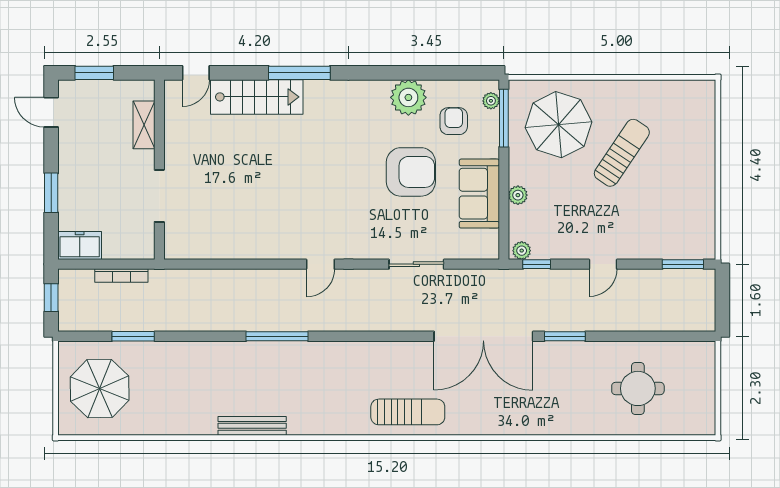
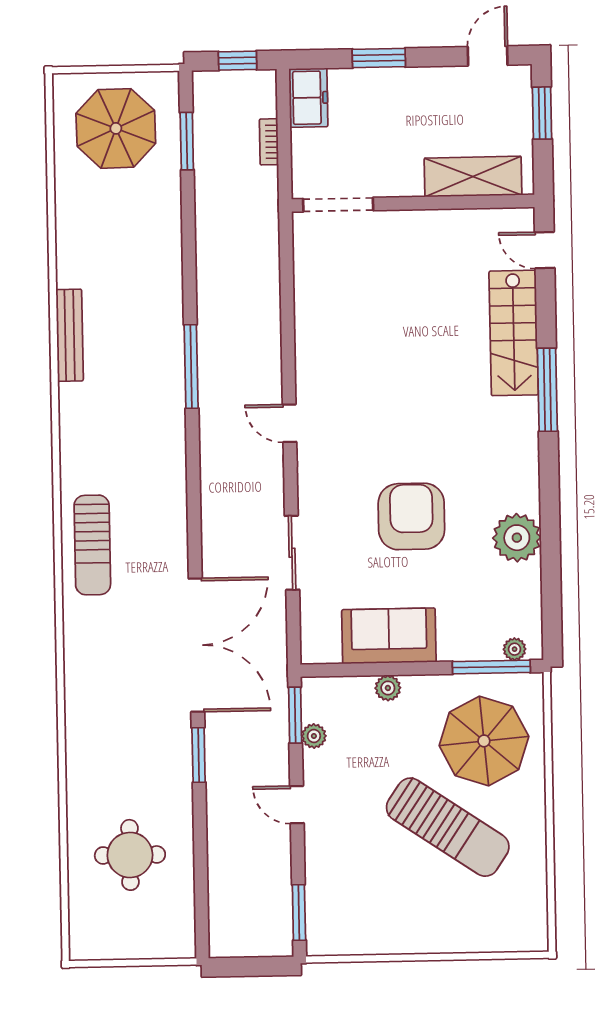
armchair: (454, 121) -> (486, 599), removed
shelving: (144, 125) -> (473, 177), width x1.50, depth x1.33
sun lounger: (622, 153) -> (448, 827), width x1.36, depth x1.34
armchair: (411, 172) -> (411, 516), moved, turned 180
doorway: (159, 196) -> (338, 205), moved
plant: (522, 251) -> (314, 736), moved
window: (537, 264) -> (295, 715), width x1.50
bookcase: (121, 275) -> (269, 142), width x0.64
window: (133, 336) -> (187, 141), moved
double door: (483, 336) -> (196, 645), swing flipped

